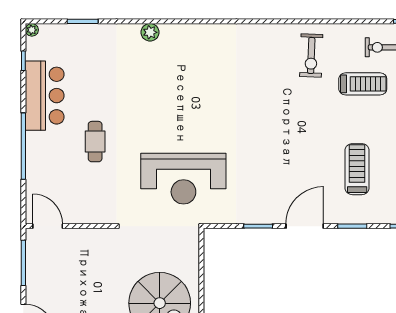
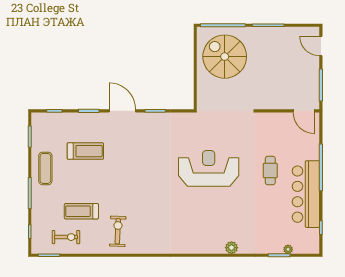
plant: (32, 30) -> (288, 249), moved
bar counter: (45, 96) -> (306, 194), width x1.36
treadmill: (357, 169) -> (85, 151), turned -90
reception desk: (183, 179) -> (209, 168), moved
door: (305, 226) -> (122, 111), swing flipped

